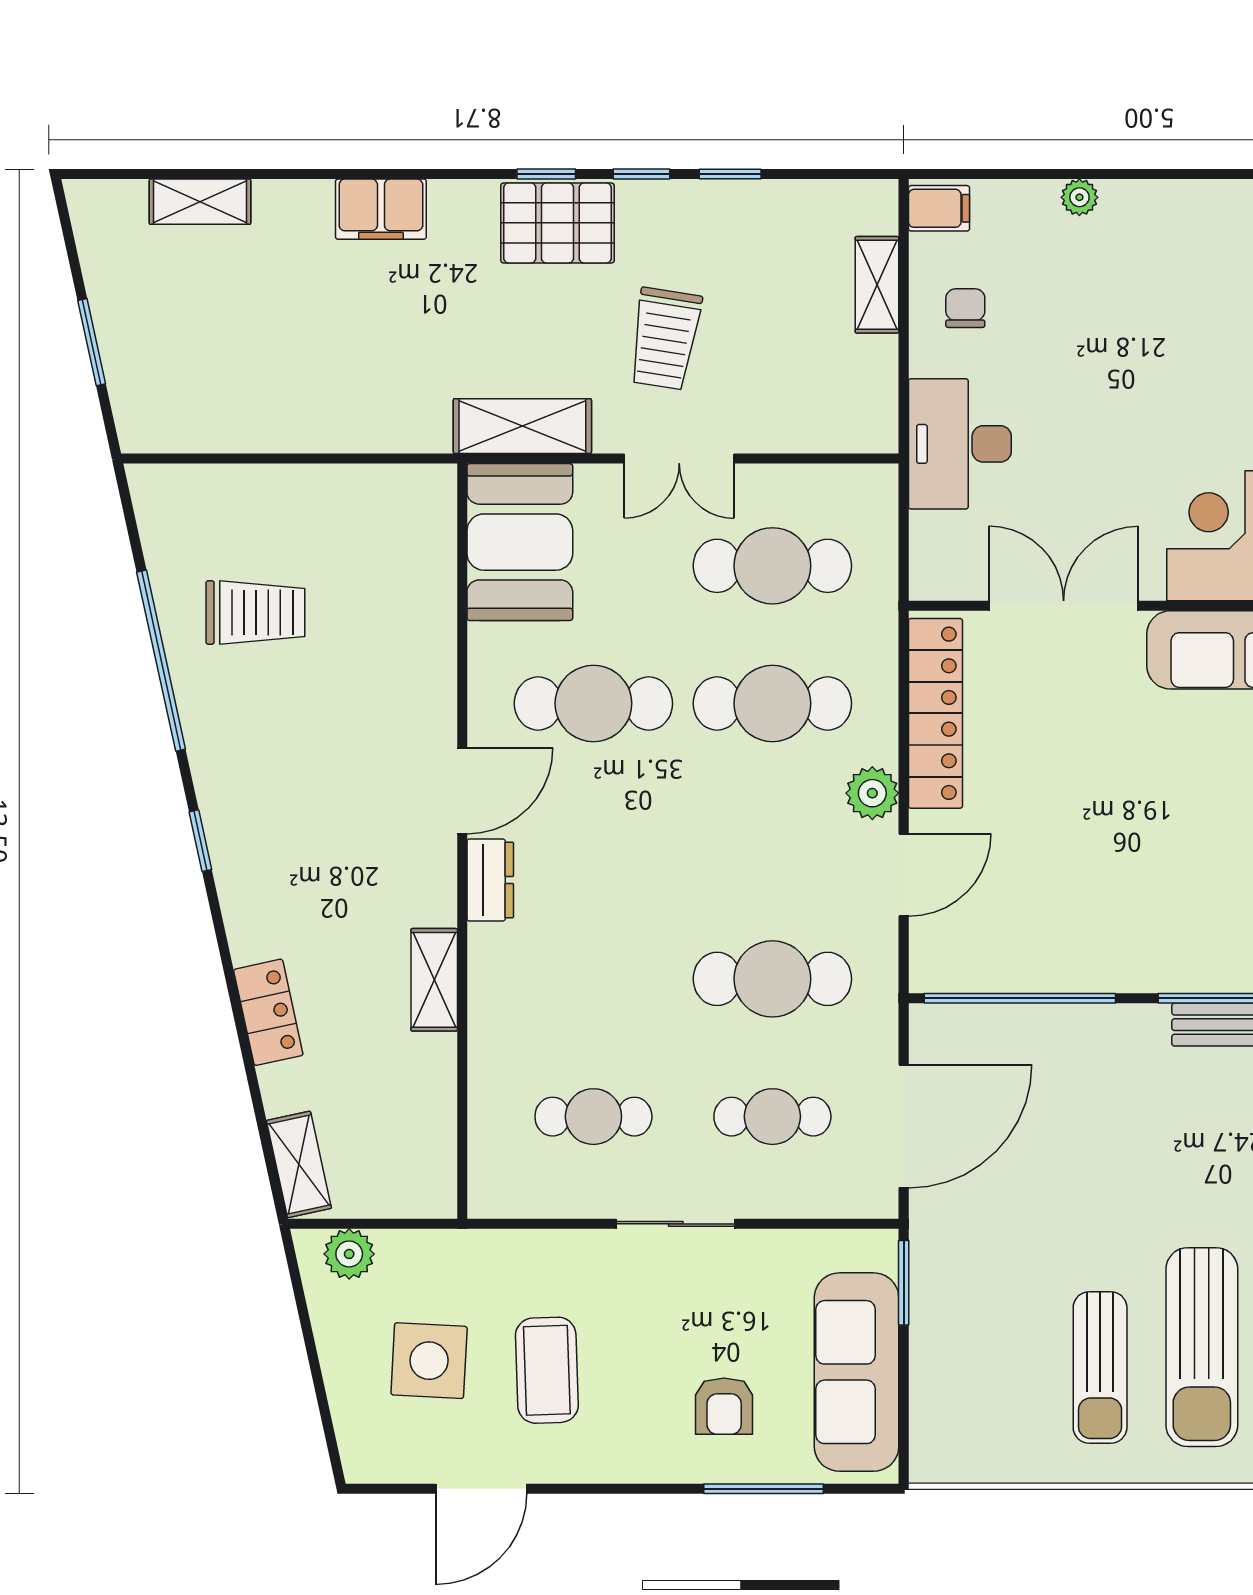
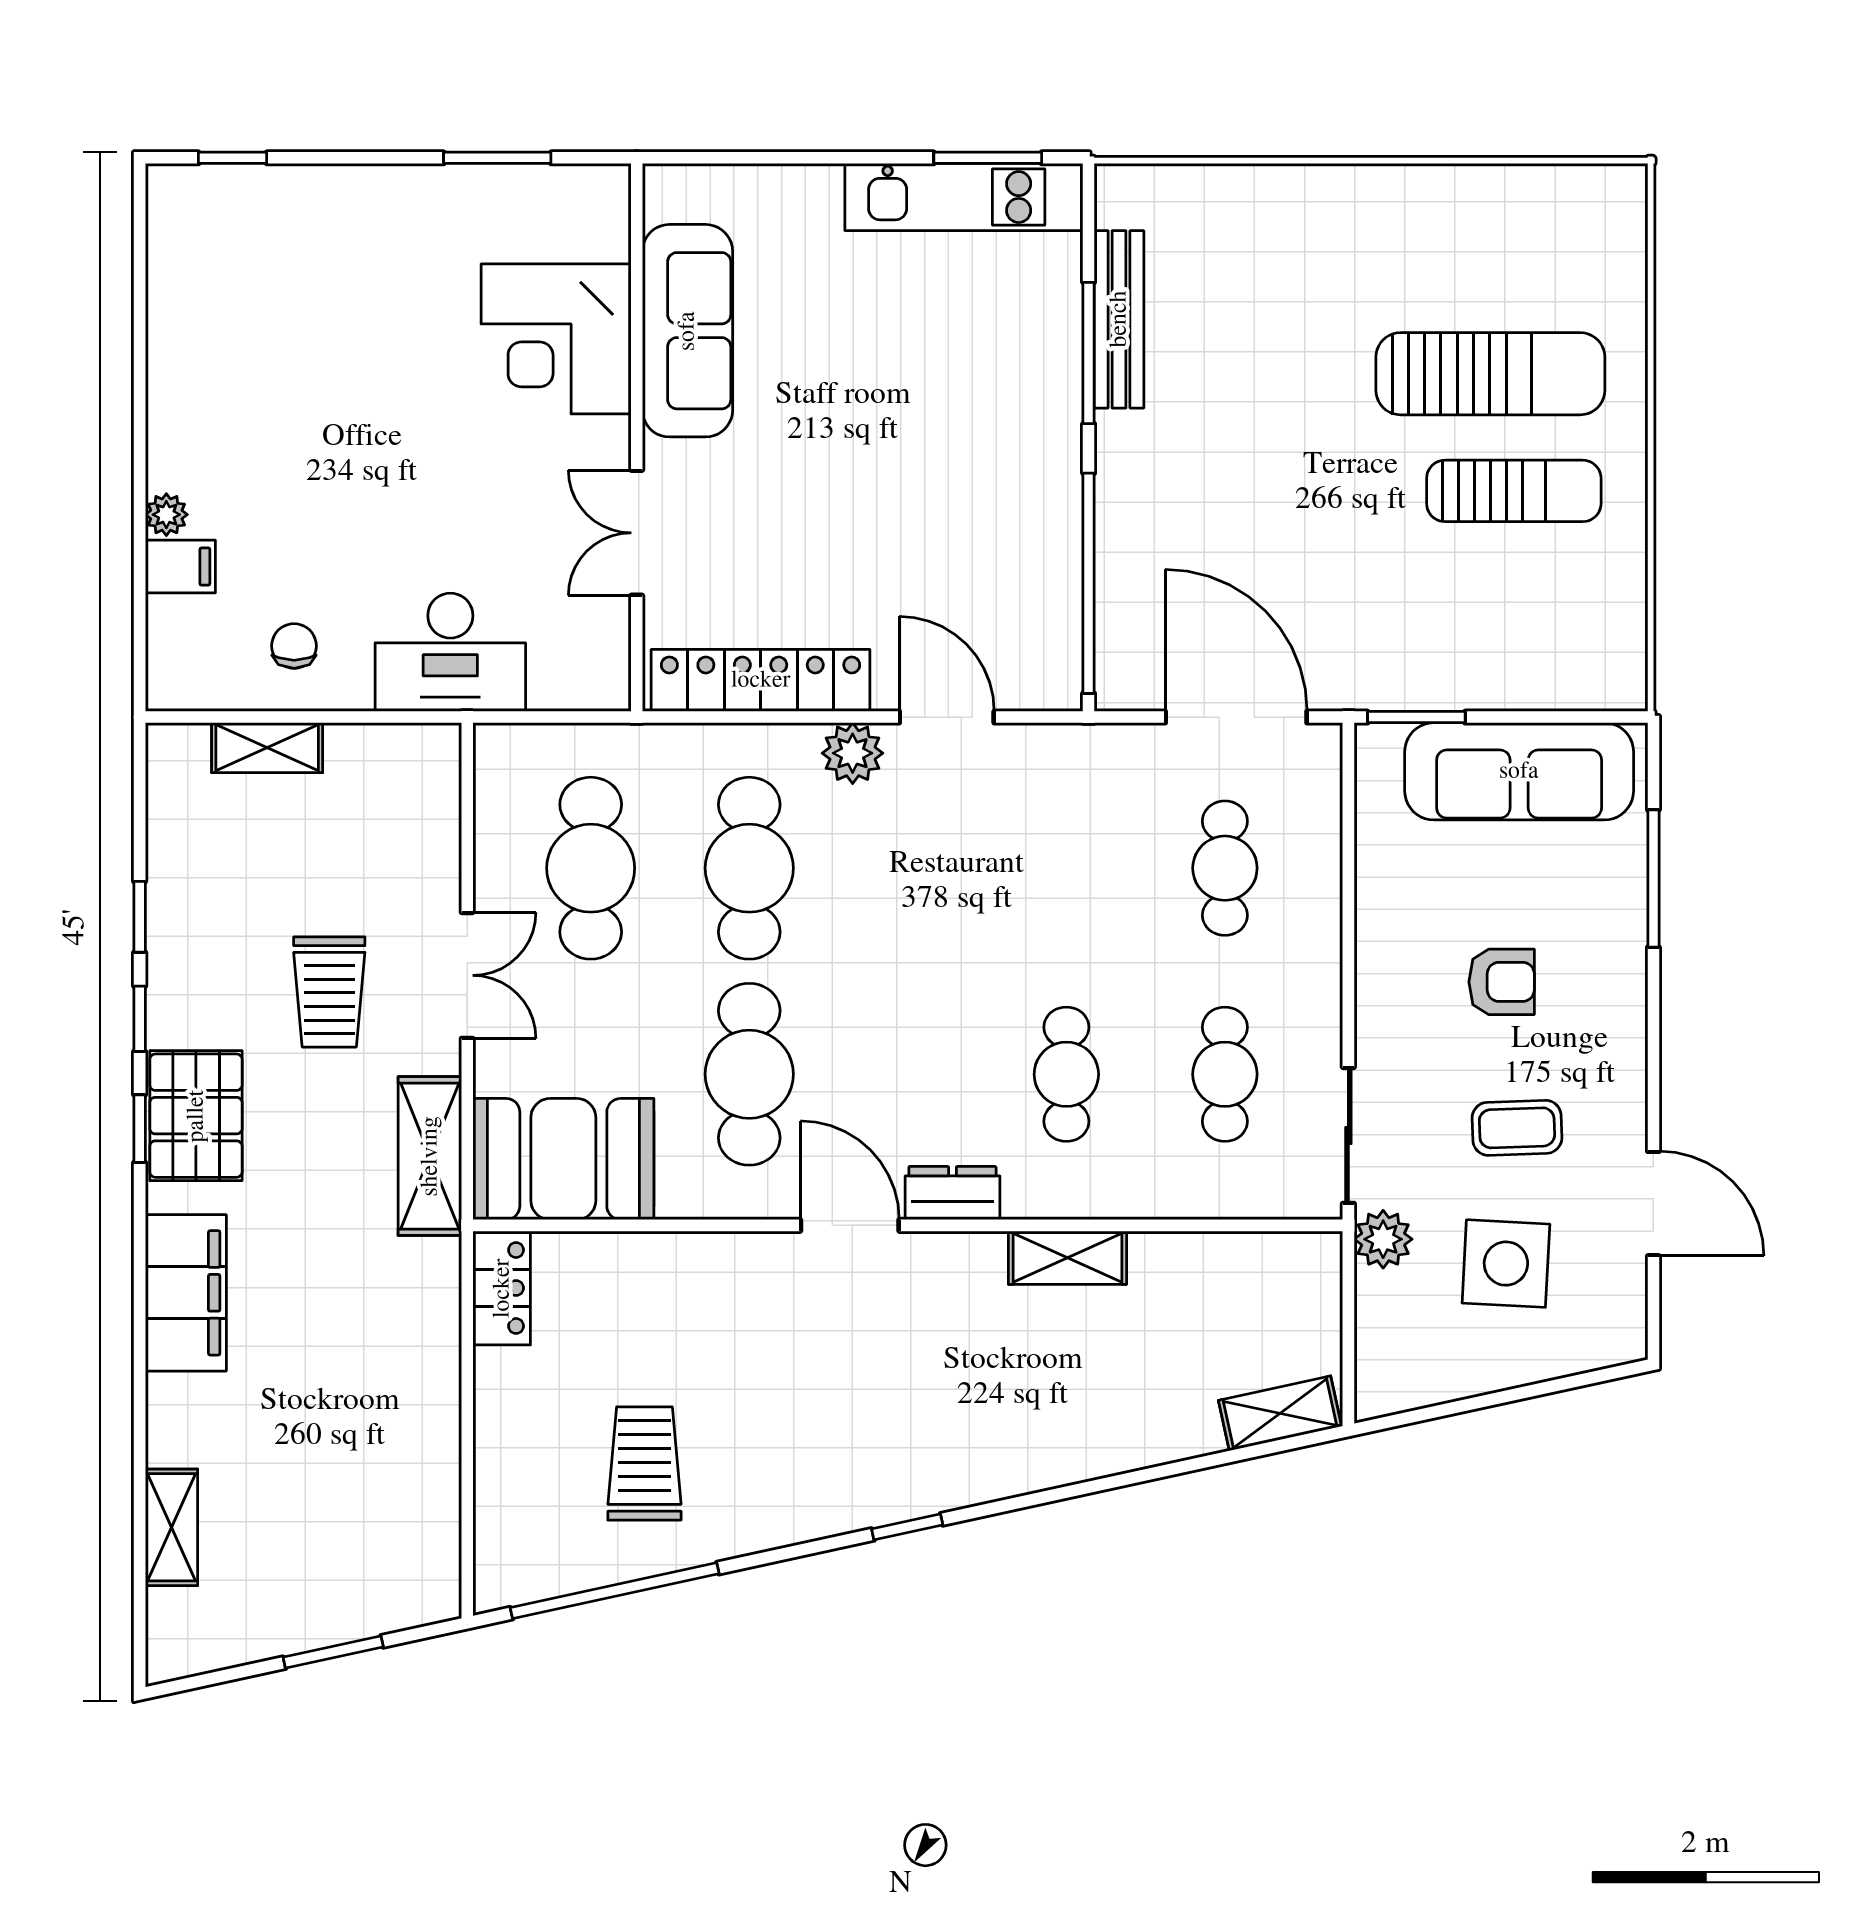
filing cabinet: (939, 208) -> (180, 566), moved, turned 90
filing cabinet: (381, 209) -> (186, 1293), width x1.50, depth x1.17
chair: (965, 308) -> (294, 646), turned 90
trolley: (665, 339) -> (329, 992), turned 81
double door: (1064, 606) -> (637, 533), width x0.73
window: (161, 661) -> (615, 1591), moved
cafe table: (772, 979) -> (1066, 1074), moved, width x0.73, depth x0.74
locker: (268, 1012) -> (502, 1288), moved, turned 102
sliding door: (676, 1224) -> (1348, 1135), moved
plant: (349, 1254) -> (1383, 1239), moved
coffee table: (547, 1370) -> (1517, 1128), width x0.73, depth x0.77
armchair: (724, 1406) -> (1502, 982), moved

